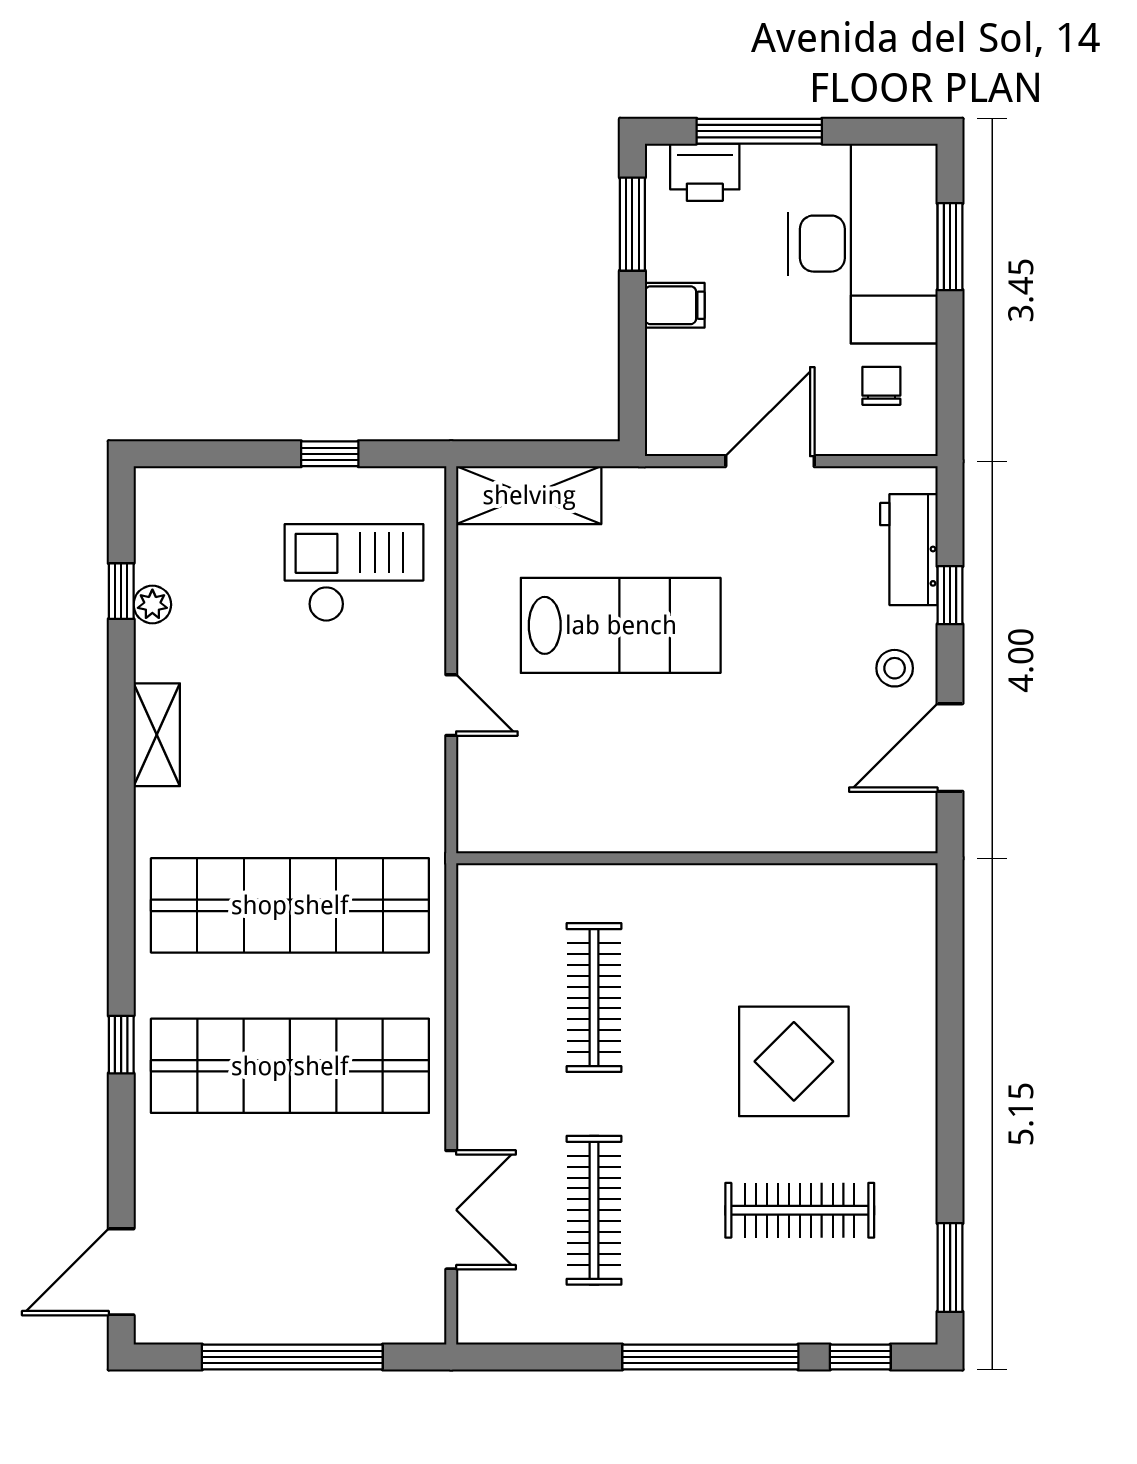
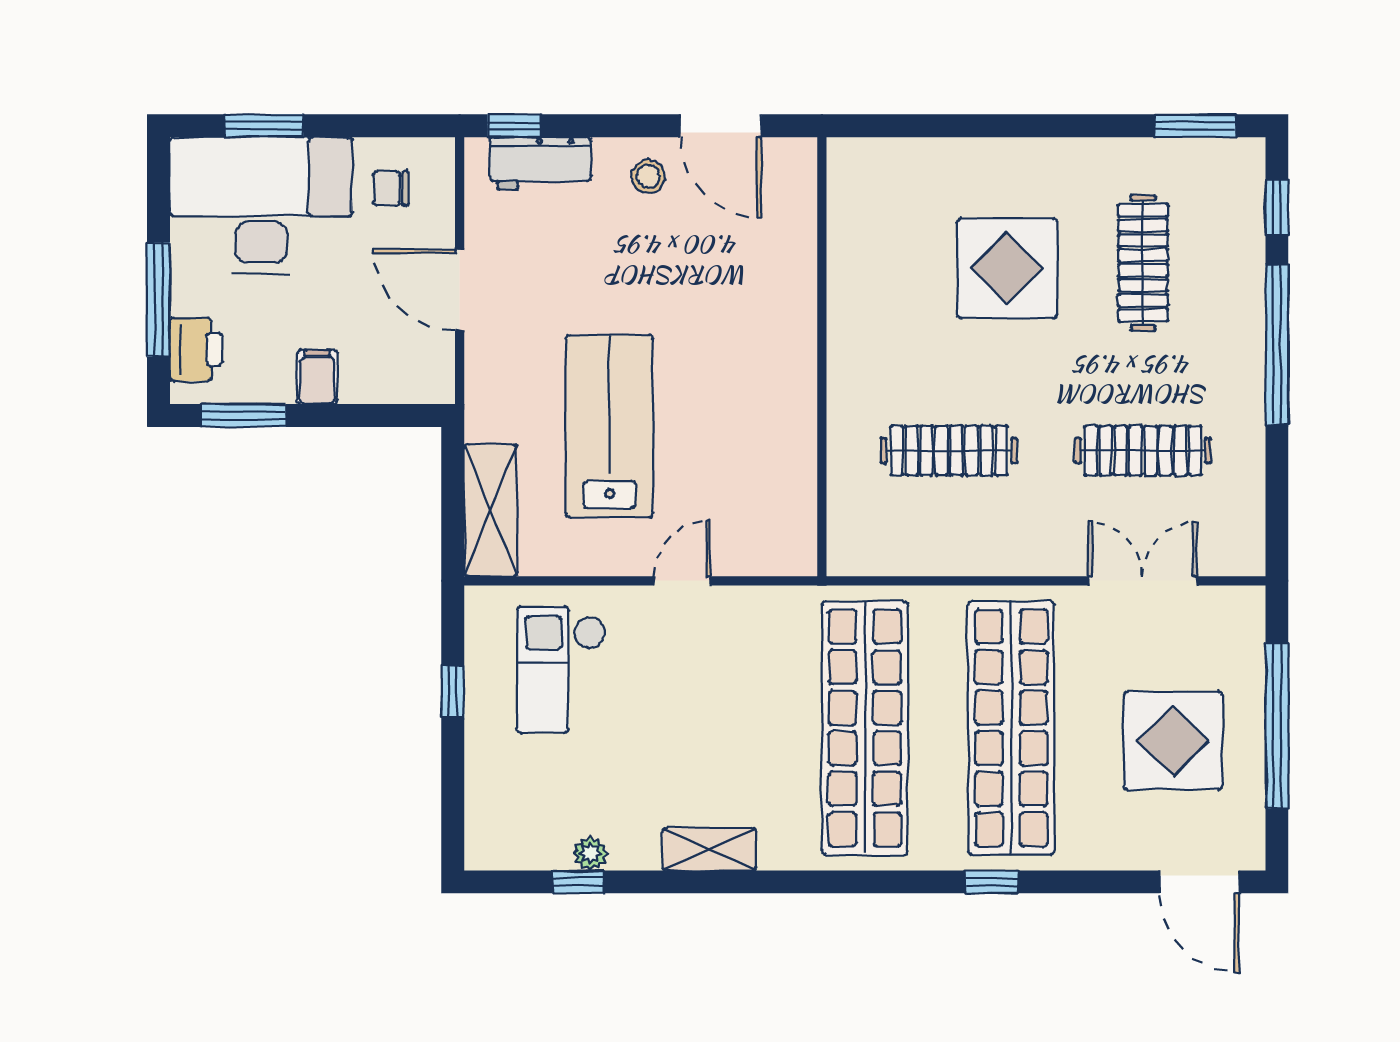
window: (950, 595) -> (514, 126), moved
display table: (276, 1243) -> (1173, 741), added

